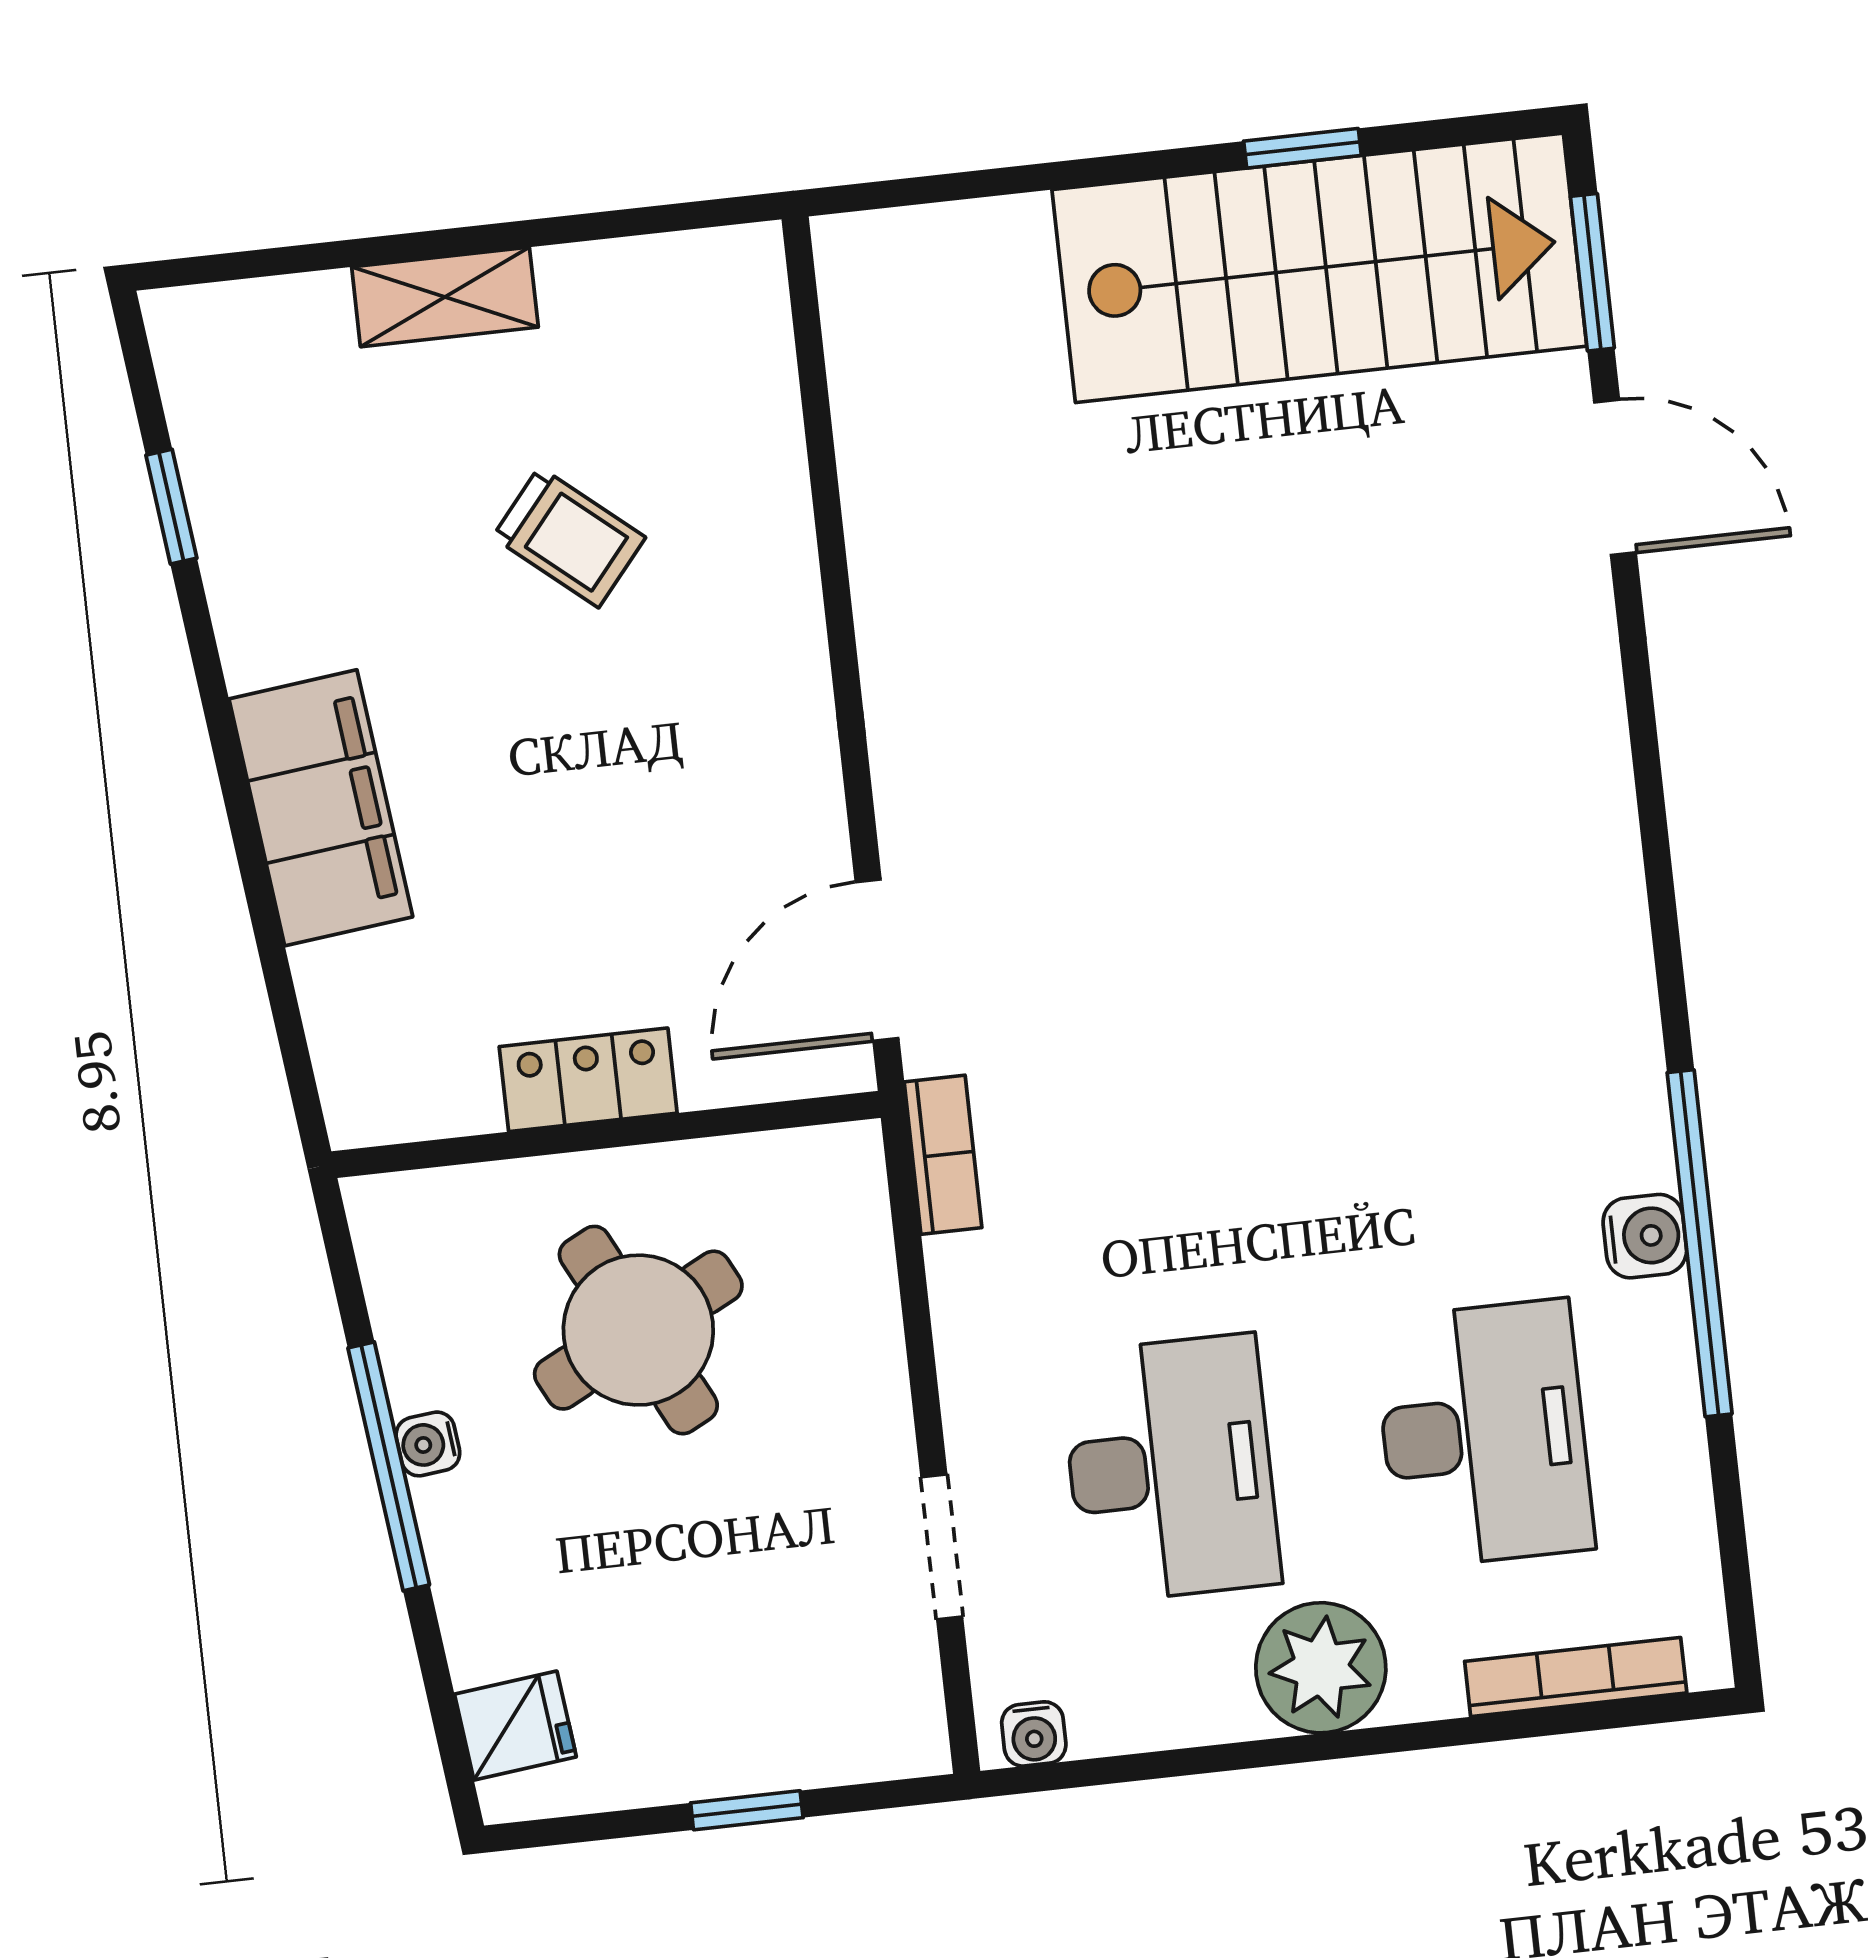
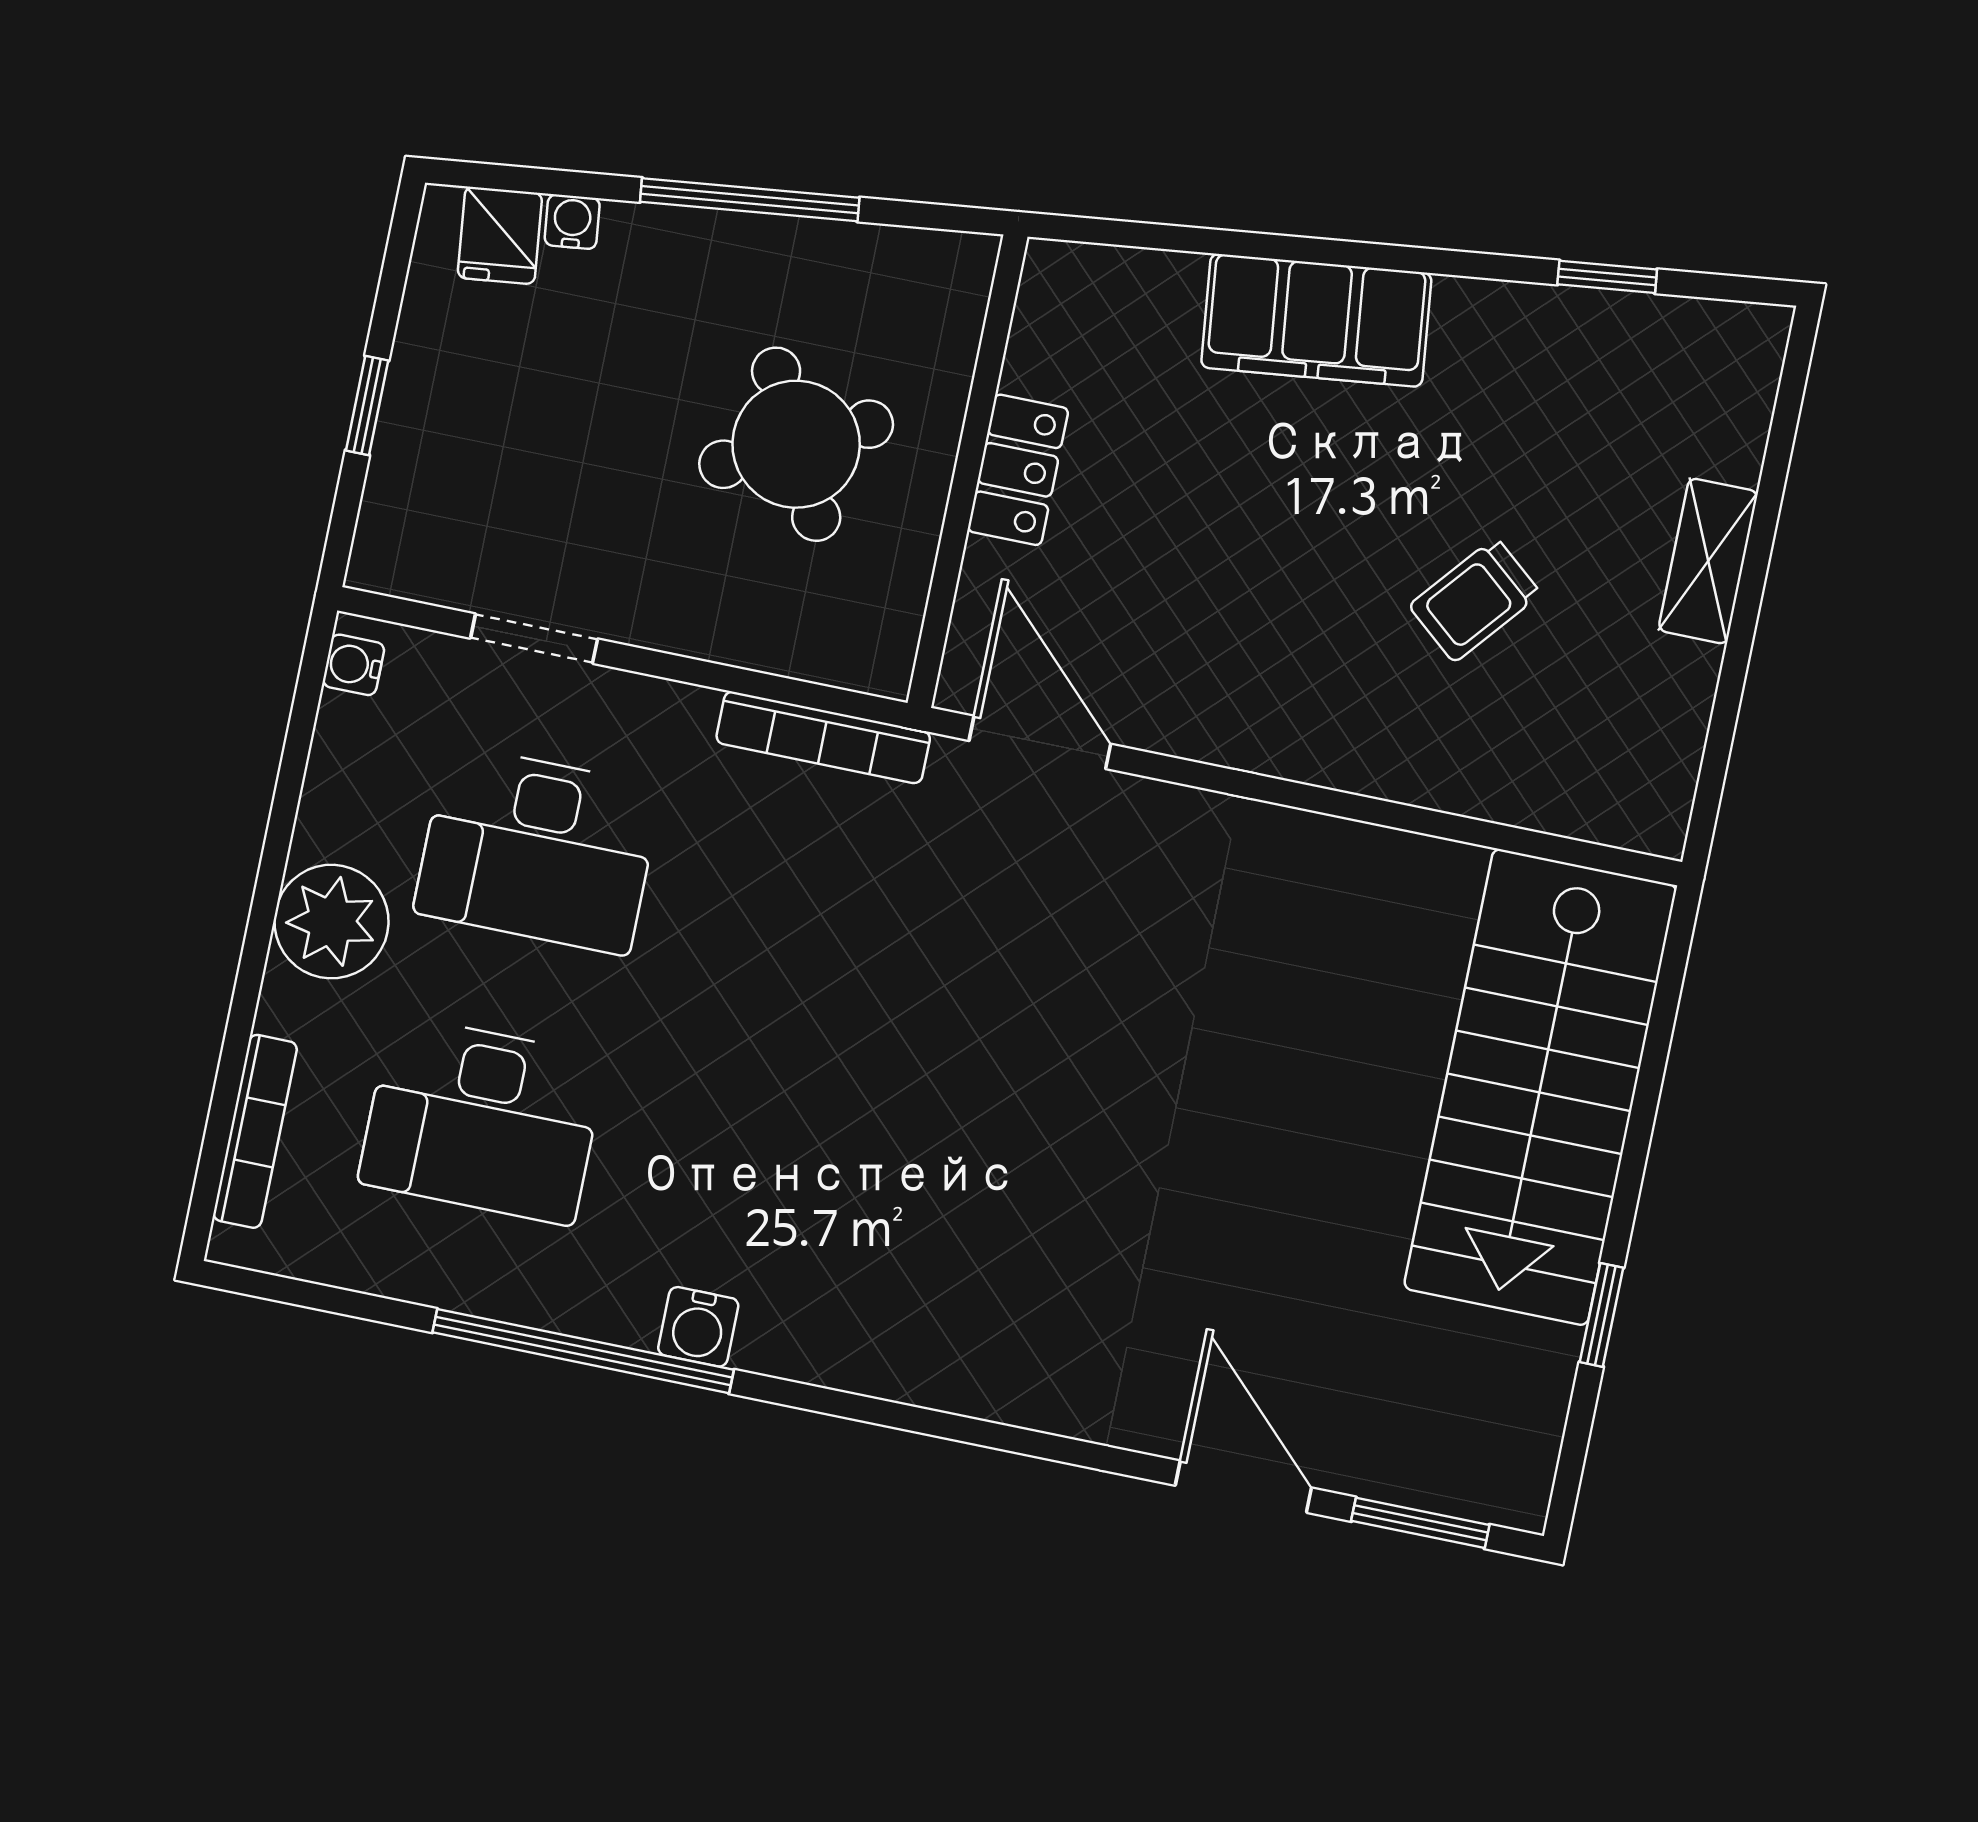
stairs: (1319, 268) -> (1540, 1087), moved
door: (1615, 477) -> (1243, 1487), swing flipped
bookcase: (943, 1155) -> (823, 737), width x1.56
water cooler: (1645, 1236) -> (698, 1327), moved
water cooler: (428, 1444) -> (572, 222), moved

